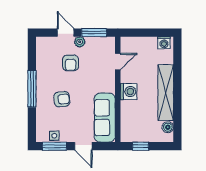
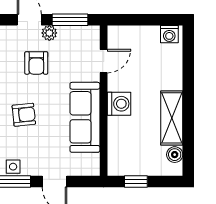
shelving: (166, 93) -> (172, 118), width x0.68
sofa: (105, 118) -> (85, 117), moved

